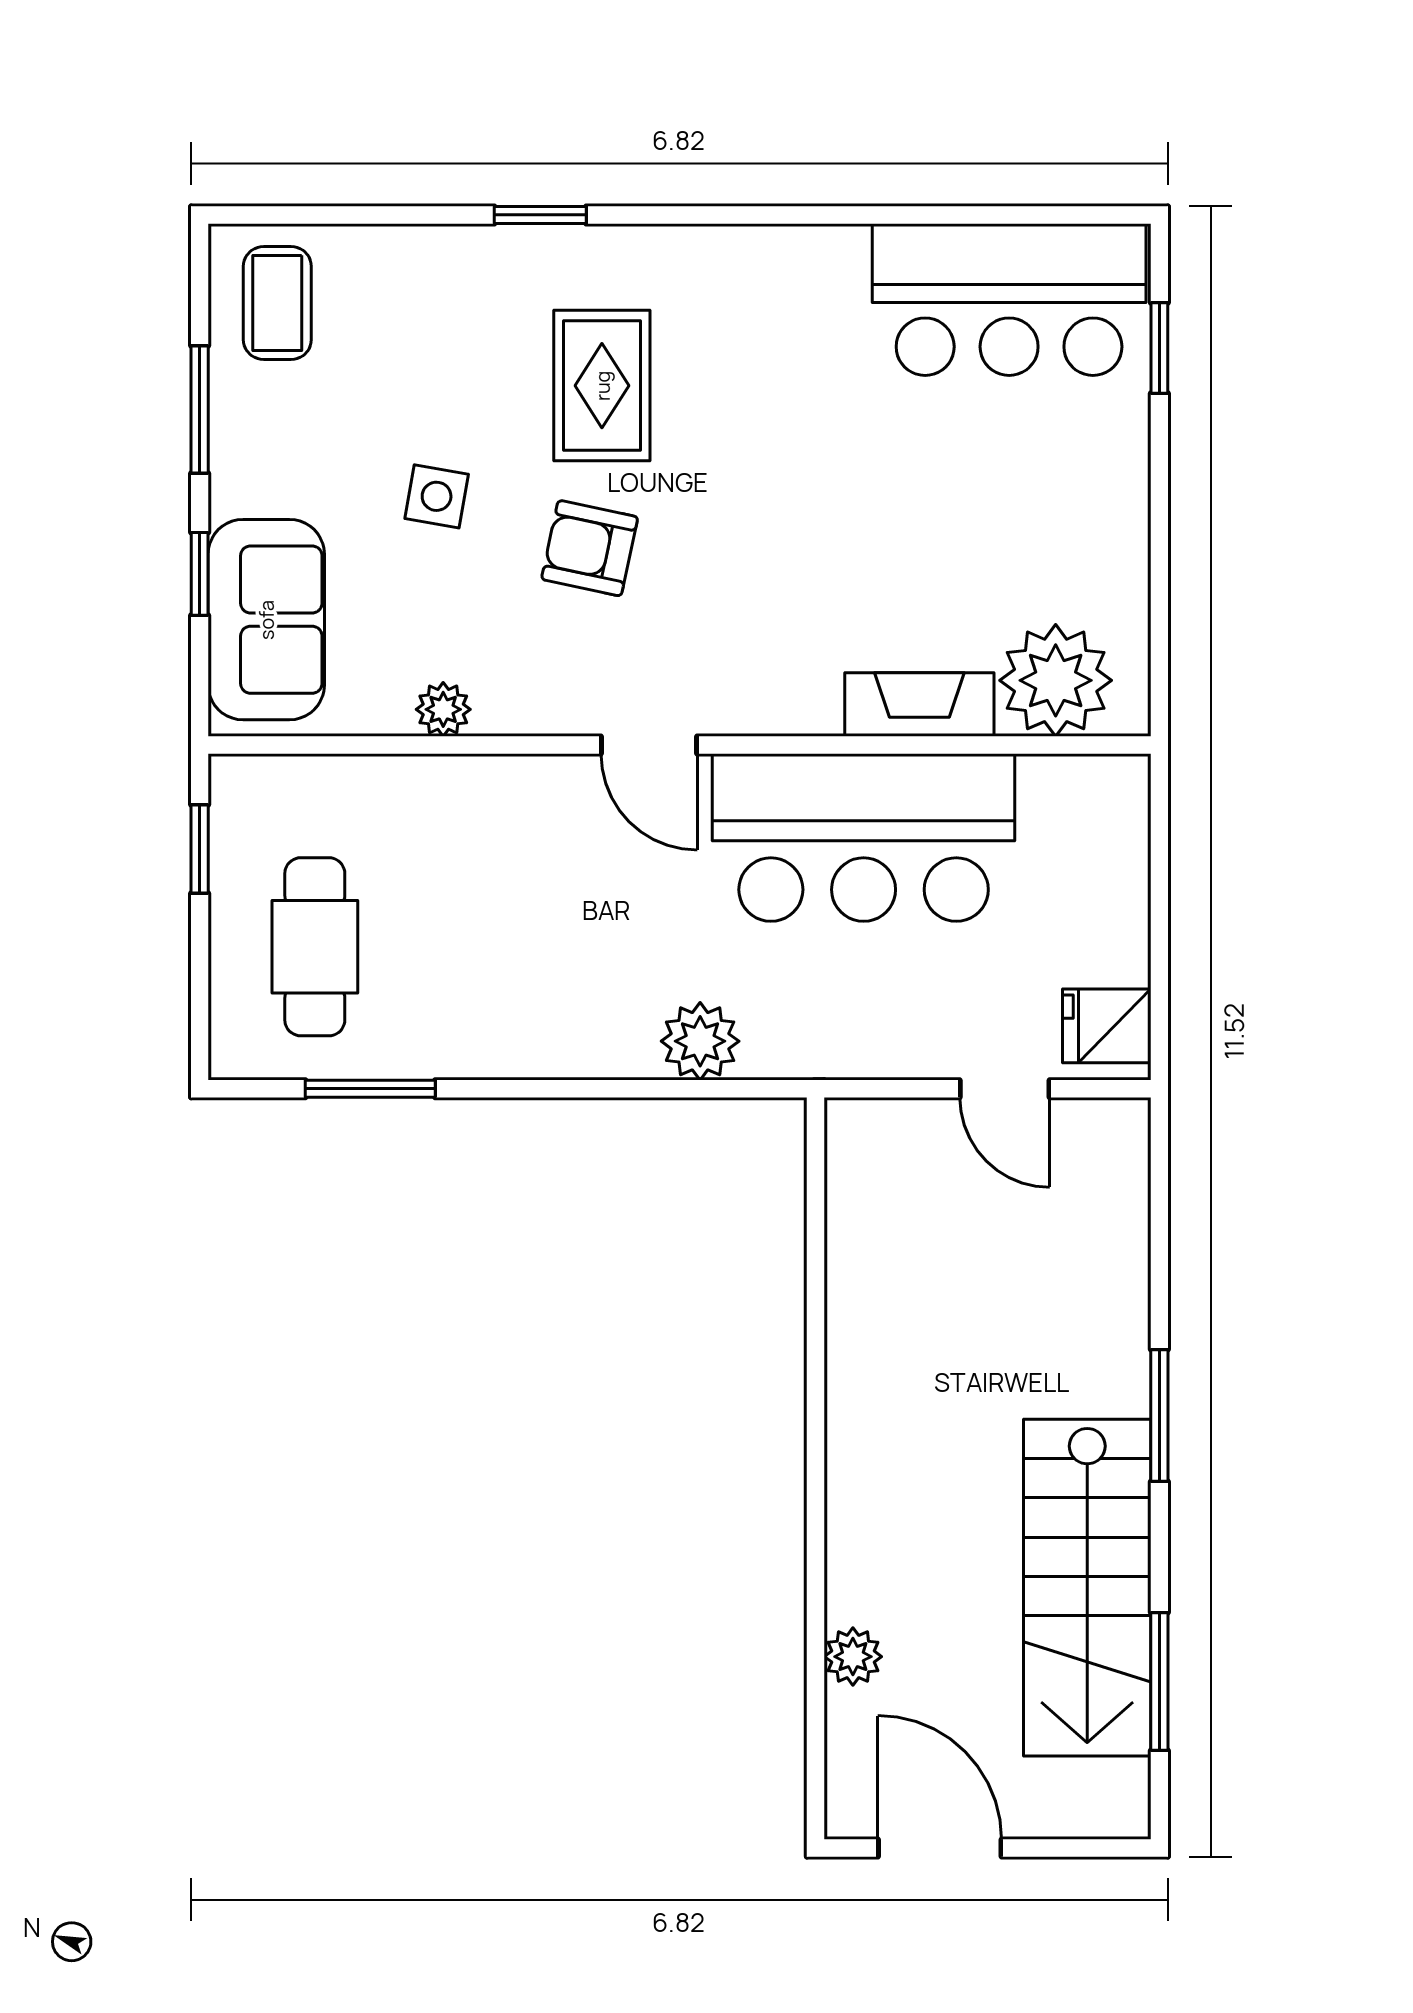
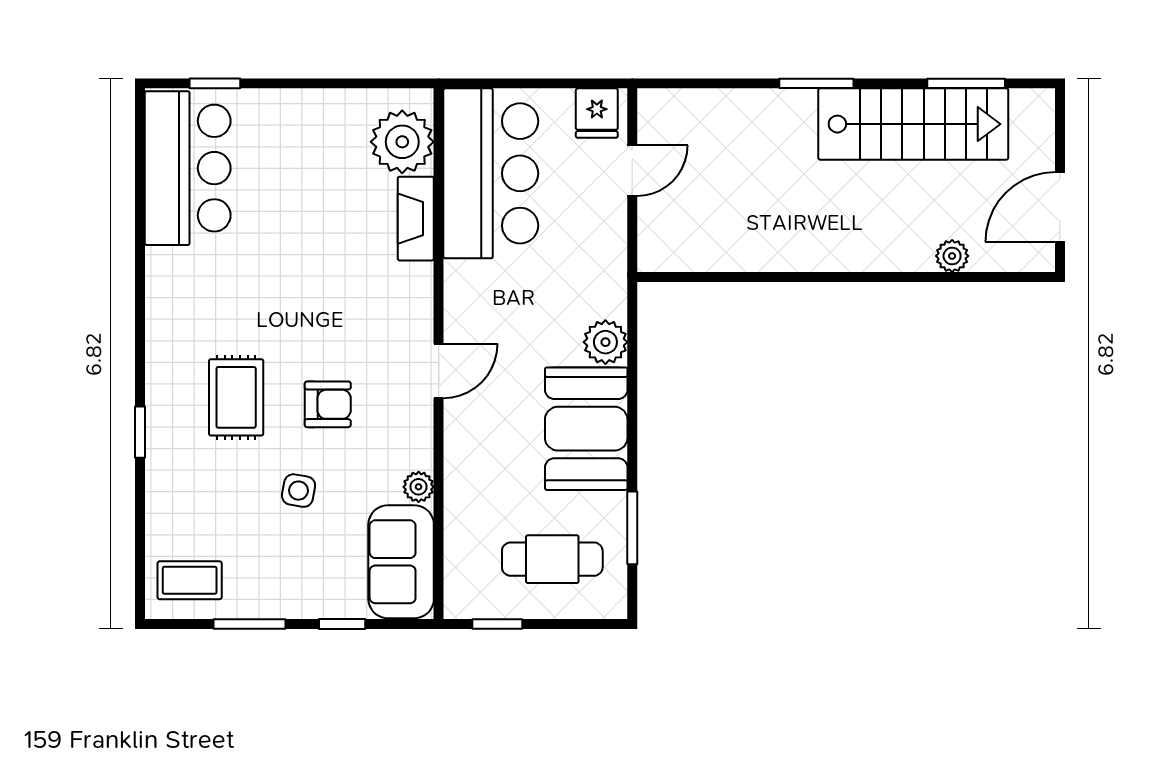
rug: (602, 386) -> (236, 397), turned 90
armchair: (590, 548) -> (328, 404), turned -102
sofa: (266, 620) -> (401, 562), moved, turned -90
bar counter: (864, 838) -> (491, 173), moved
booth: (546, 1007) -> (586, 429), added

